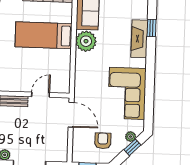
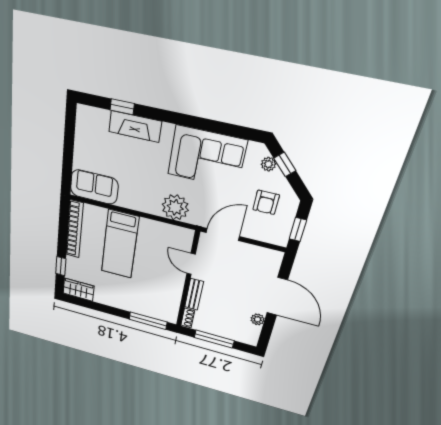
plant: (86, 41) -> (175, 207), moved
armchair: (103, 141) -> (266, 202), turned -90

